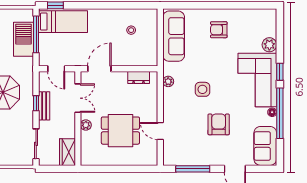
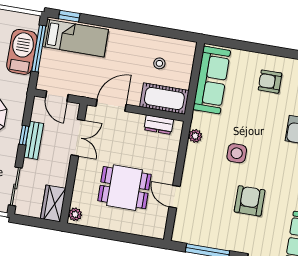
cot: (140, 57) -> (164, 99), added
plant: (86, 125) -> (75, 214), moved

